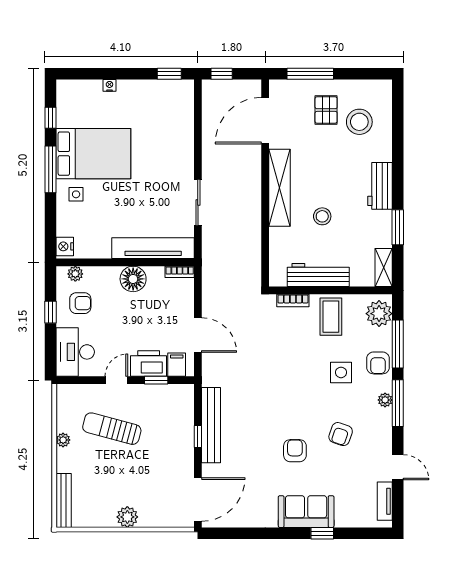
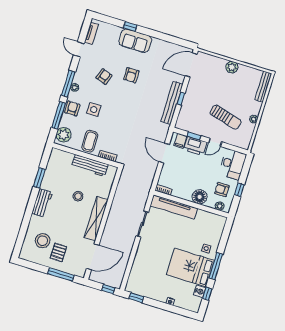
nightstand: (65, 246) -> (200, 291), moved
shelving: (384, 268) -> (54, 159), removed
floor lamp: (133, 279) -> (200, 197), moved

